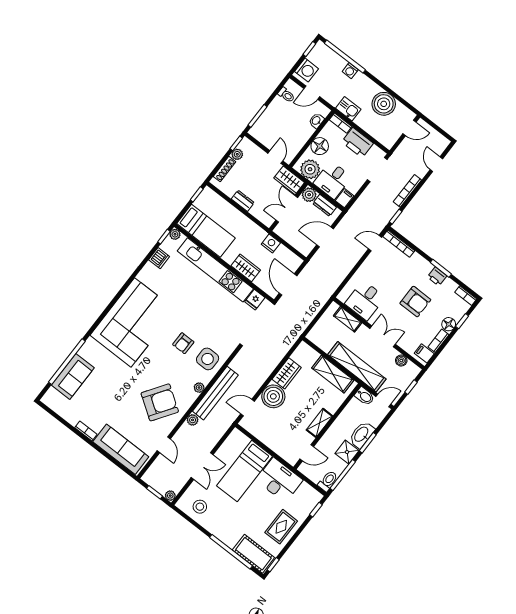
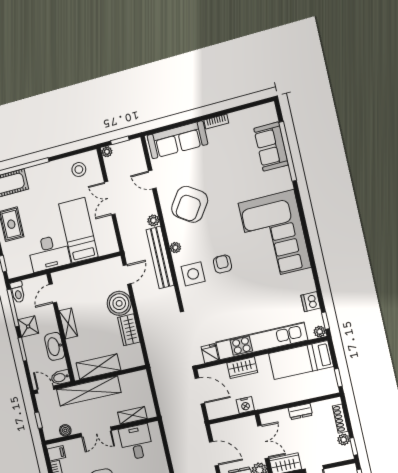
door: (325, 237) -> (214, 454), hinge flipped
door: (383, 400) -> (46, 390), swing flipped
washbasin: (362, 435) -> (55, 346), moved, turned 180

